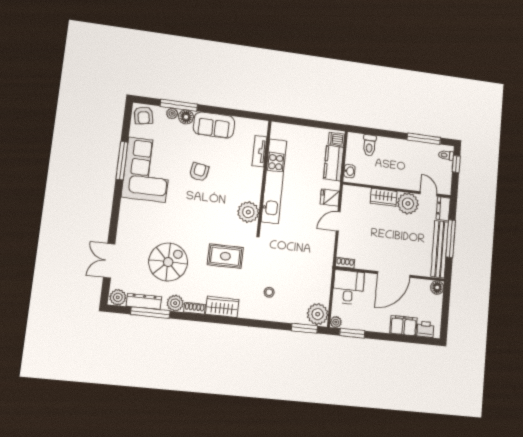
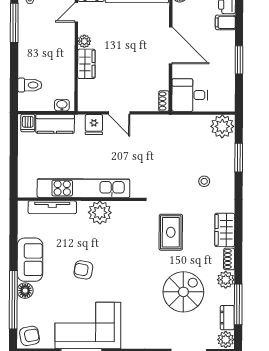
window: (179, 105) -> (13, 300), width x1.46
plant: (172, 113) -> (23, 306), removed
tv unit: (259, 151) -> (52, 207), width x1.41
plant: (408, 204) -> (84, 41), width x0.53, depth x0.53
plant: (248, 212) -> (100, 213), moved
spiral stairs: (168, 262) -> (183, 292), turned 90
dresser: (144, 301) -> (227, 318), width x0.70
plant: (336, 322) -> (229, 106), removed
filing cabinet: (403, 326) -> (225, 22), width x0.50
window: (304, 328) -> (239, 158), moved
window: (352, 333) -> (239, 60), moved

